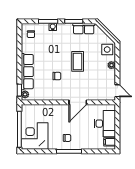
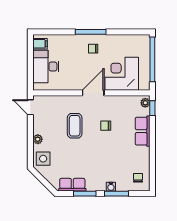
coffee table: (78, 61) -> (75, 126), moved
row of seats: (27, 72) -> (143, 131), width x0.68
door: (78, 102) -> (93, 93), moved
corner desk: (35, 136) -> (122, 74), moved, turned 180

